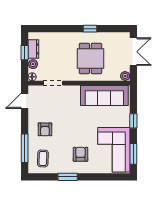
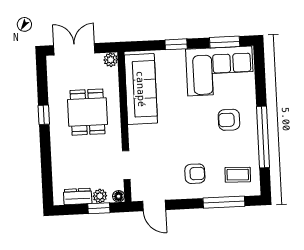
window: (25, 53) -> (99, 208), moved
dining table: (90, 58) -> (87, 112), turned 90
window: (68, 177) -> (263, 137), width x2.11

